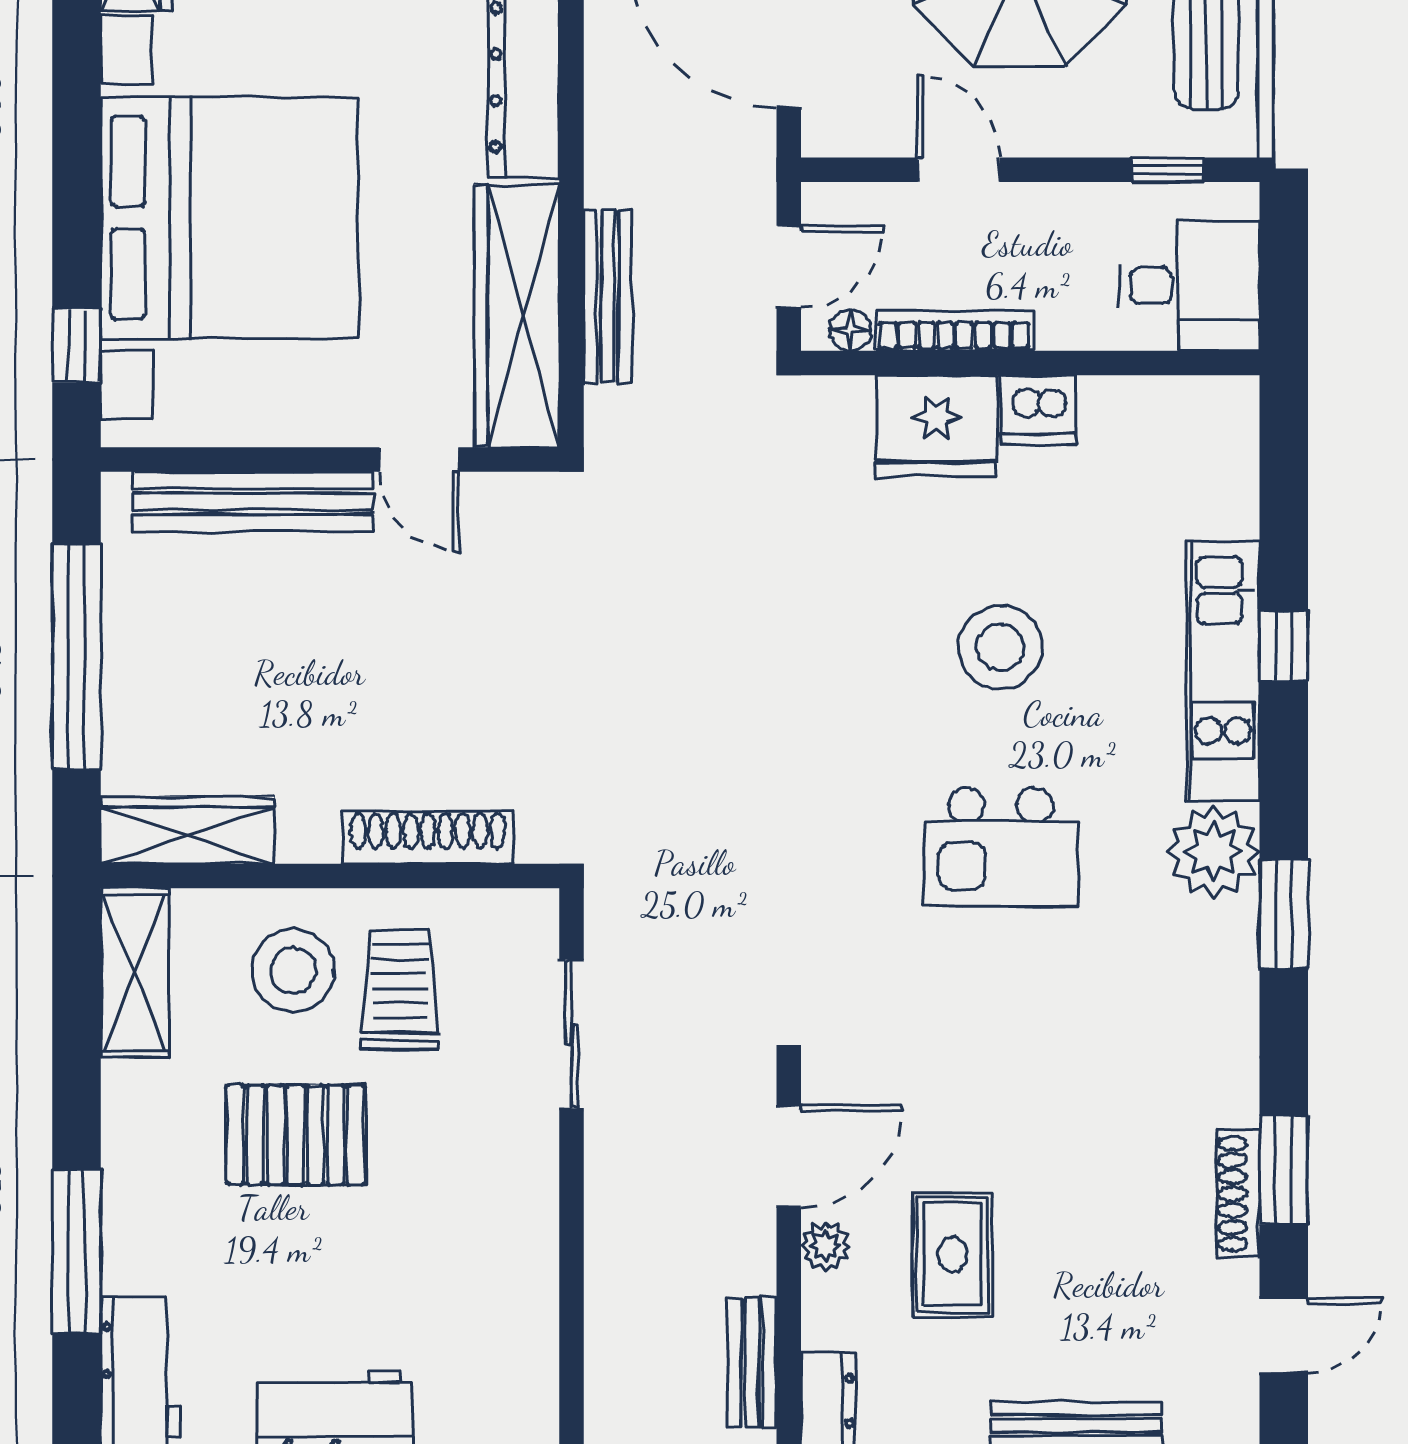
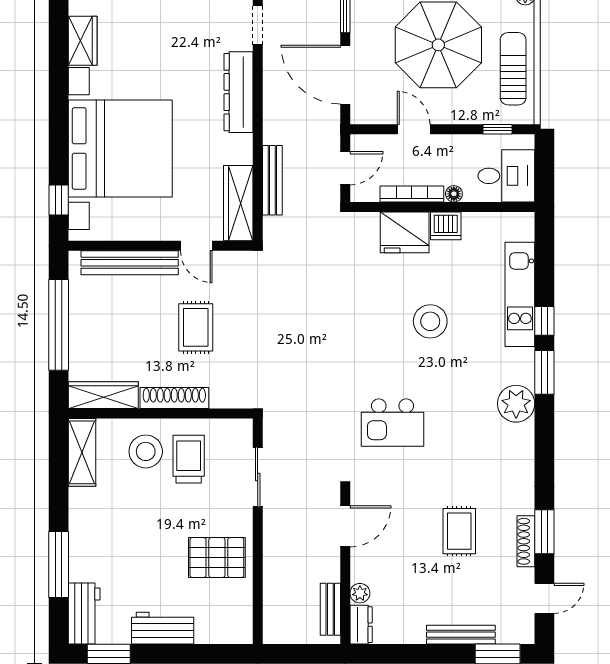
wardrobe: (517, 316) -> (238, 203), width x0.71, depth x0.85
floor lamp: (850, 330) -> (454, 194), moved
rug: (418, 662) -> (196, 327), added
kitchen unit: (1223, 671) -> (520, 294), moved
shoe rack: (428, 838) -> (174, 398), moved
kitchen island: (1001, 847) -> (393, 423), moved
window: (1284, 914) -> (544, 372), moved
pallet: (295, 1135) -> (217, 558), moved
plant: (825, 1246) -> (360, 593), moved
rug: (953, 1254) -> (459, 531), moved

